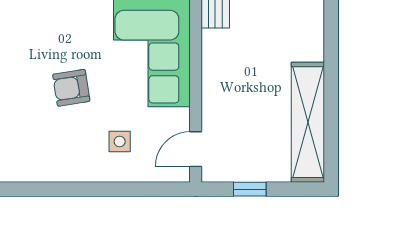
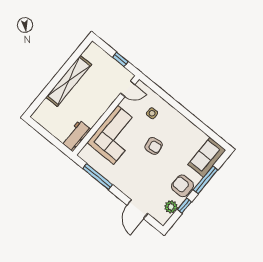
shelving: (308, 122) -> (69, 81), moved

